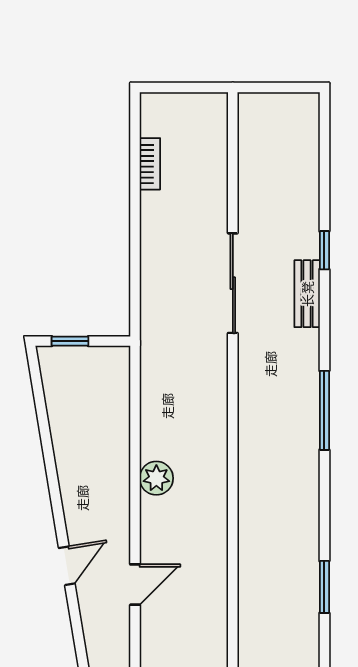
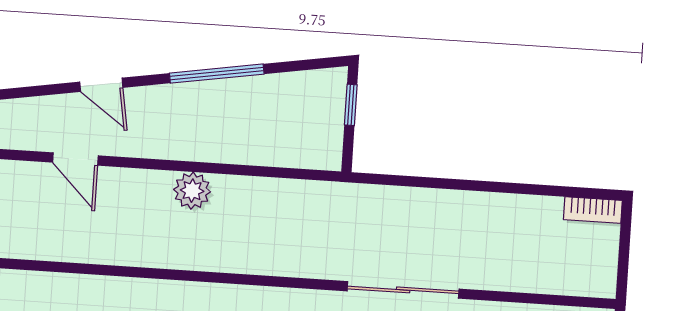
bookcase: (150, 164) -> (593, 210), moved
window: (50, 463) -> (217, 74), added

